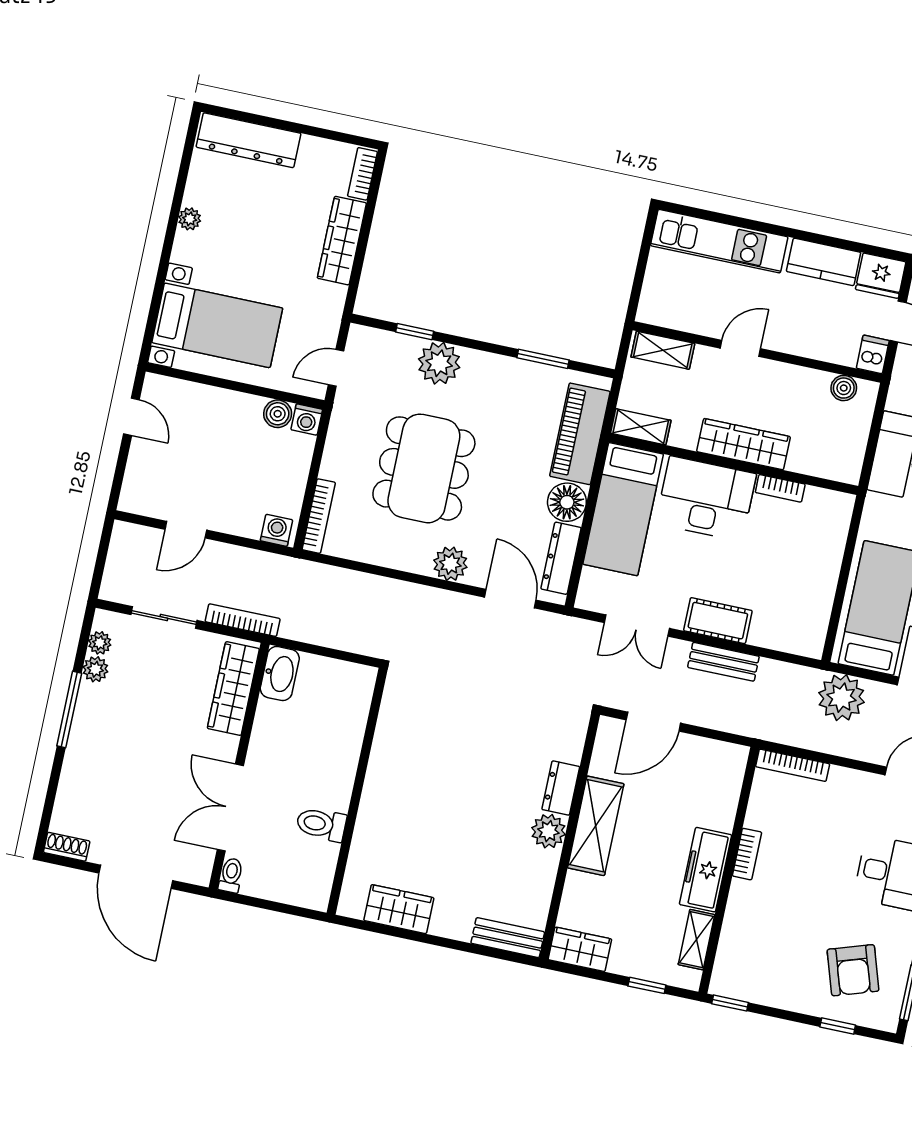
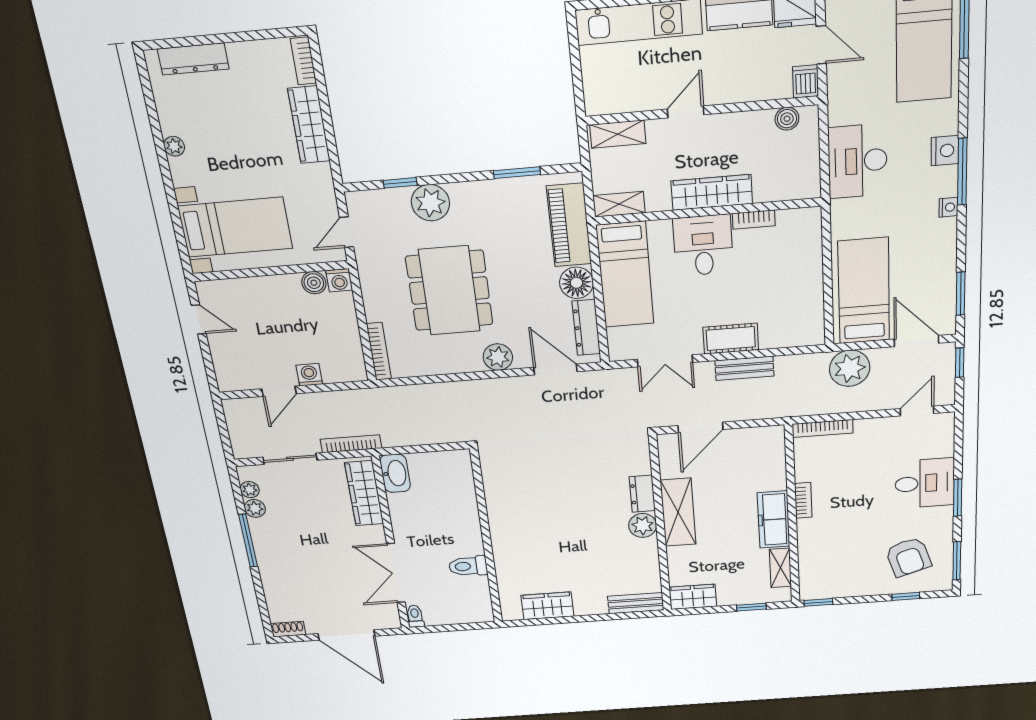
dresser: (249, 140) -> (193, 59), width x0.73, depth x0.80
desk: (706, 499) -> (703, 245), width x0.73
washing machine: (277, 530) -> (309, 375), moved

